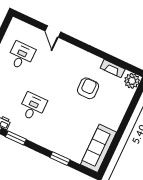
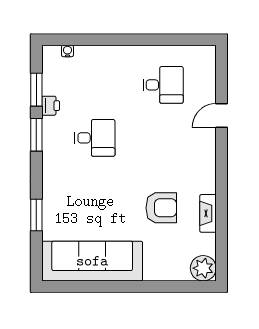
fireplace: (113, 69) -> (208, 213), moved
sofa: (98, 148) -> (92, 261), width x1.36, depth x1.27

